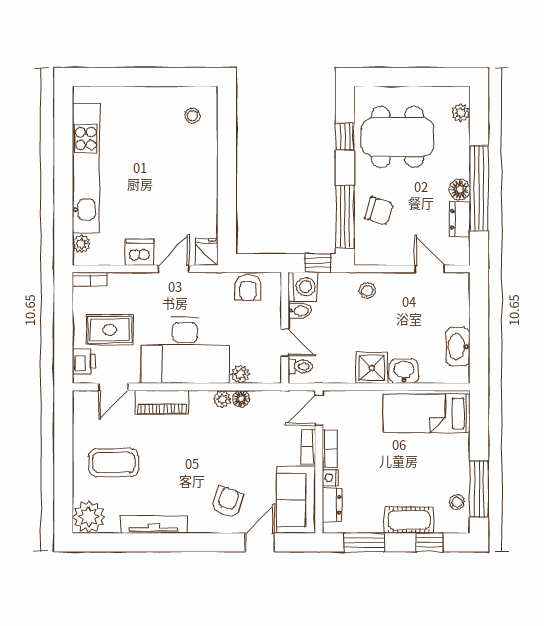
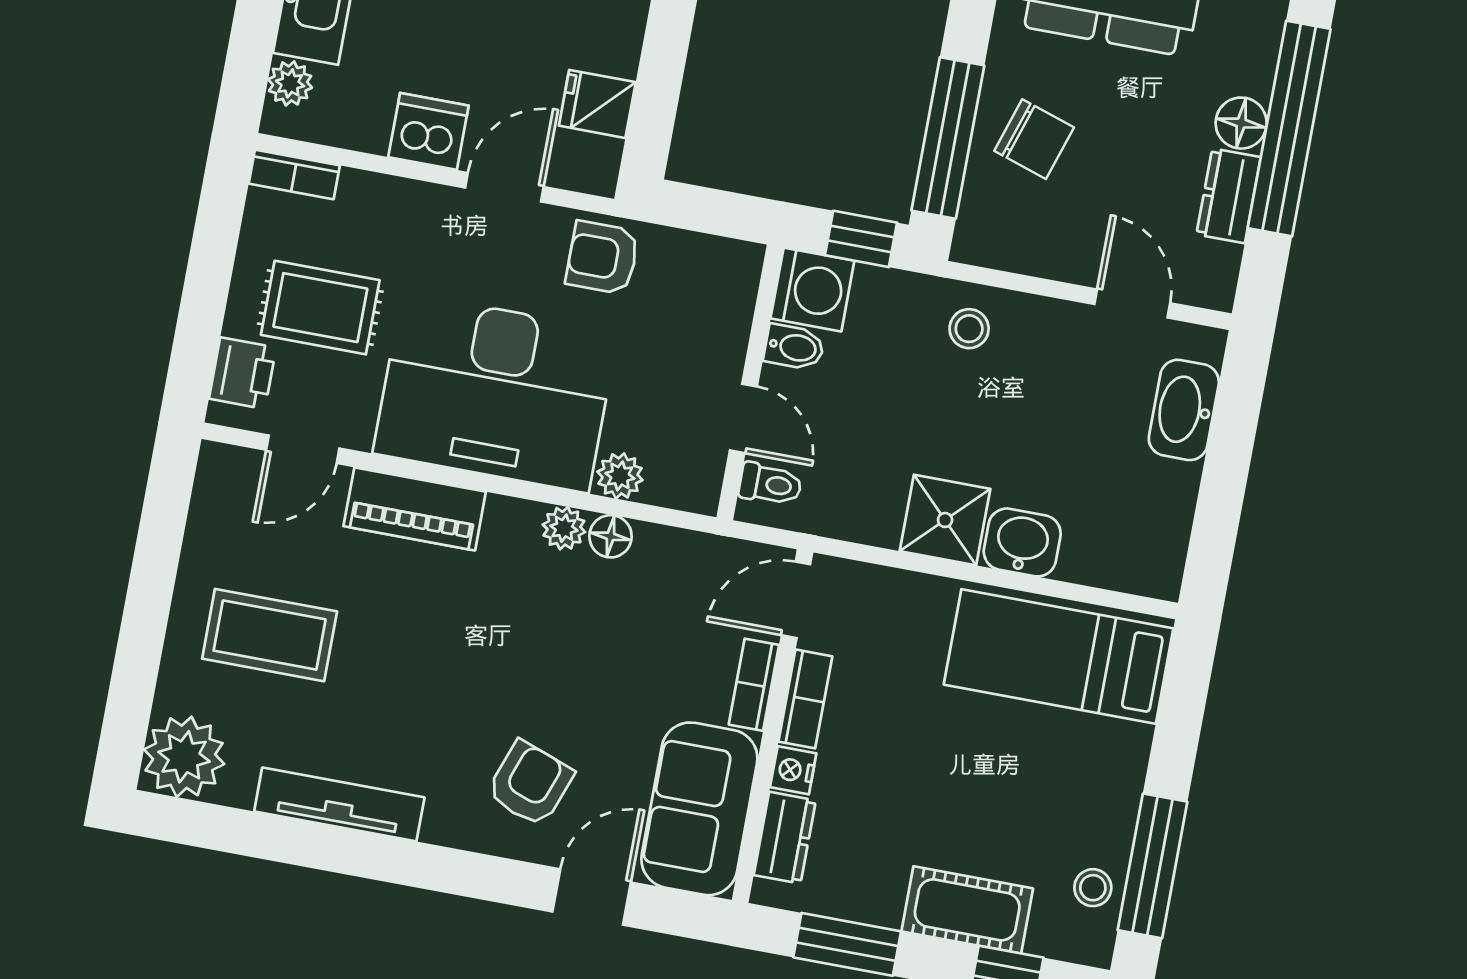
fridge: (206, 252) -> (597, 104), moved, turned -90
armchair: (248, 287) -> (602, 258), moved, turned 90
washbasin: (458, 347) -> (1184, 410), moved

